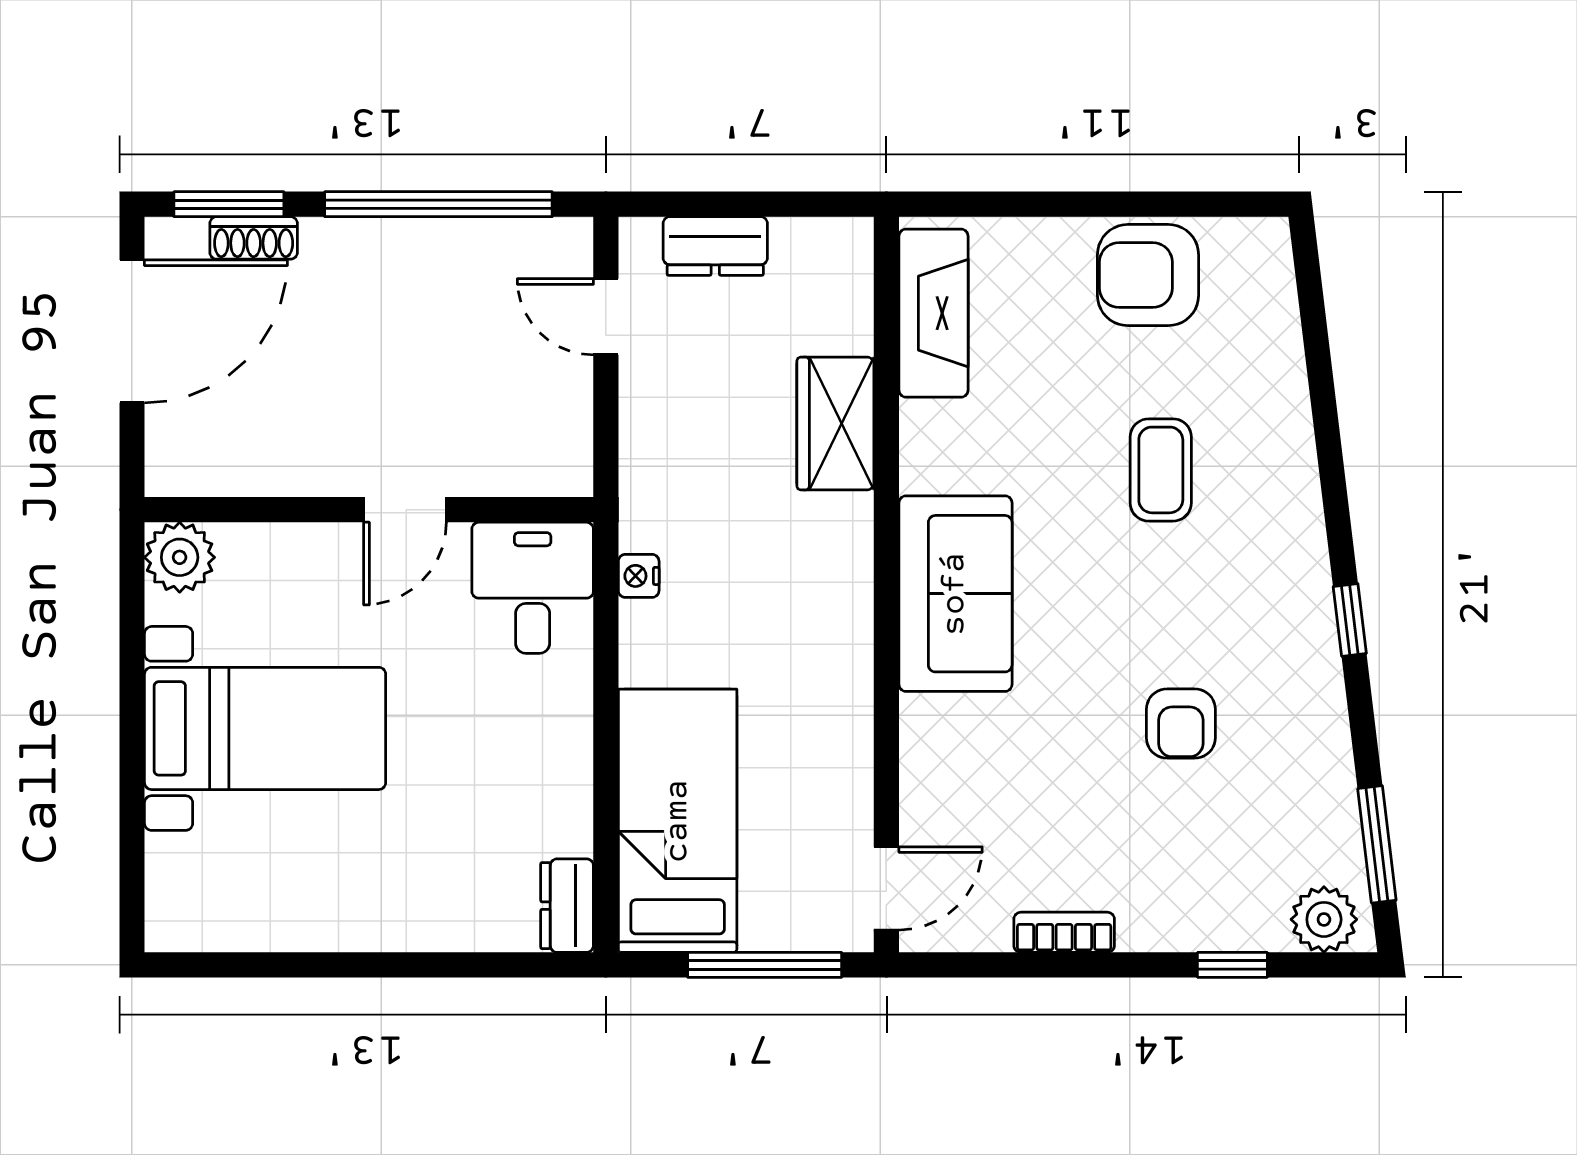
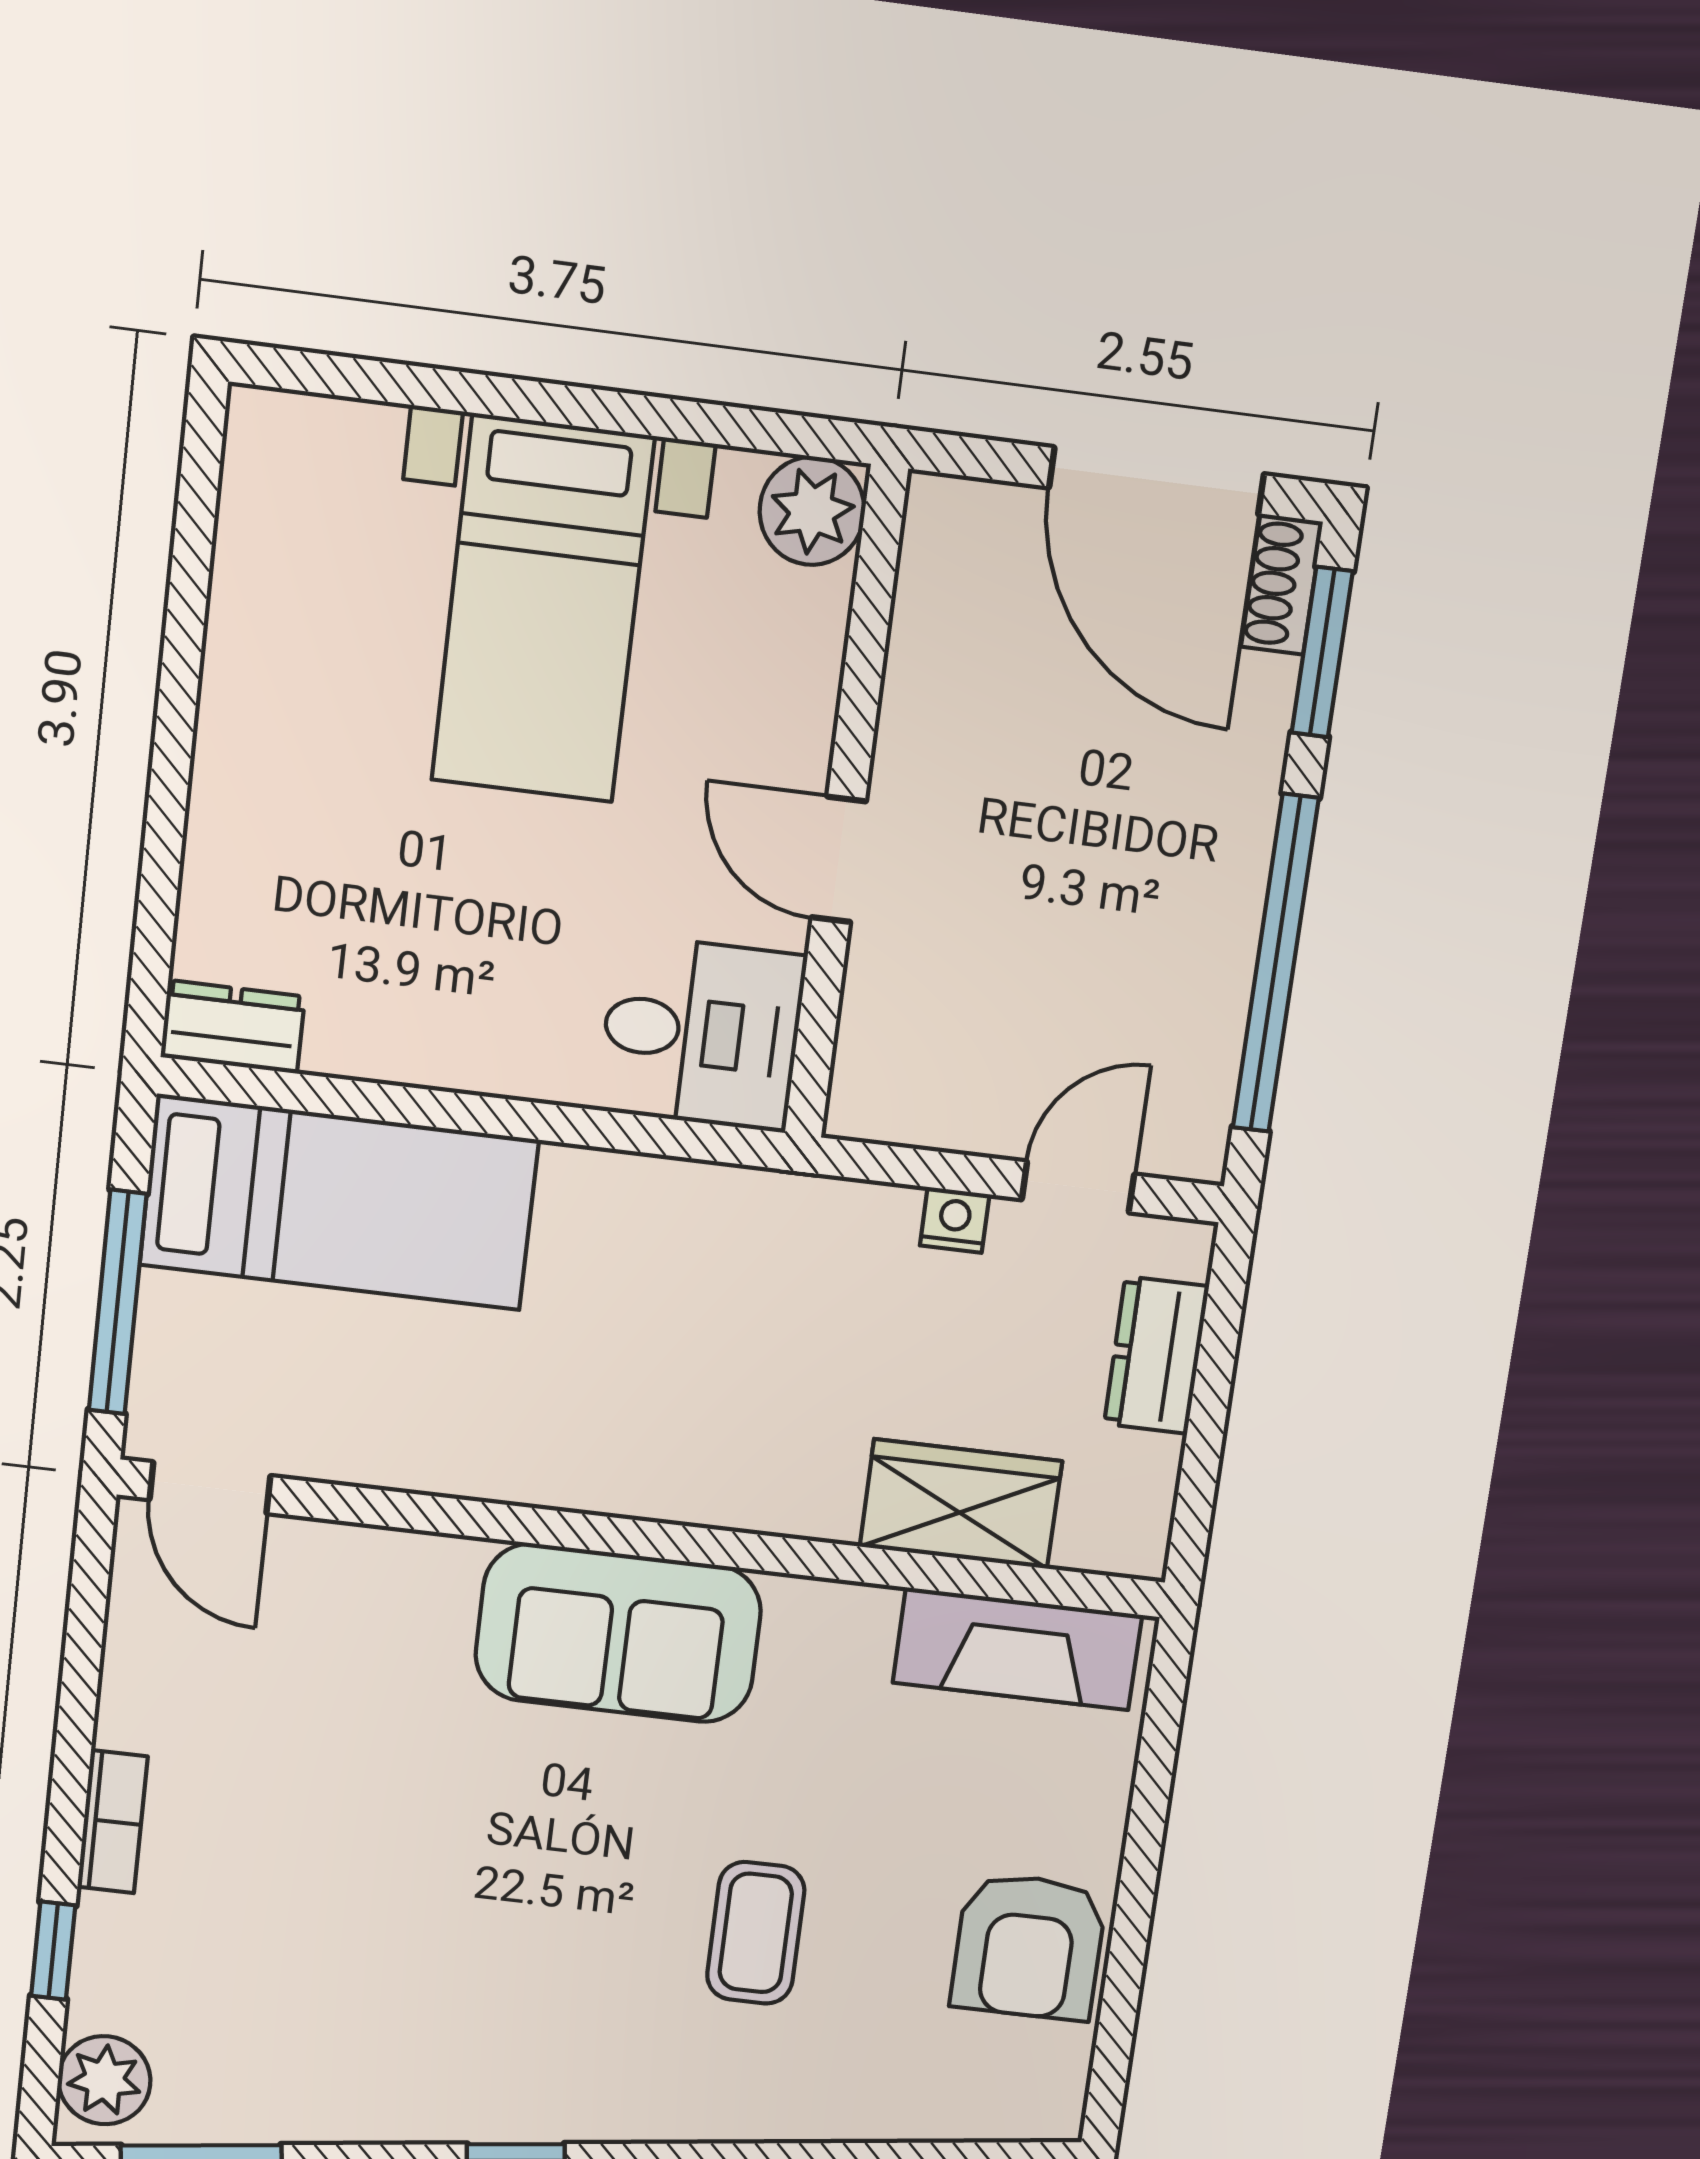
shoe rack: (254, 238) -> (1282, 584), moved
armchair: (1148, 275) -> (1029, 1947), turned 180
wardrobe: (835, 423) -> (961, 1504), moved
coffee table: (1161, 470) -> (756, 1933), turned 90
nightstand: (639, 576) -> (955, 1220), moved
armchair: (1181, 724) -> (399, 1920), removed
bookcase: (1064, 932) -> (112, 1822), moved

